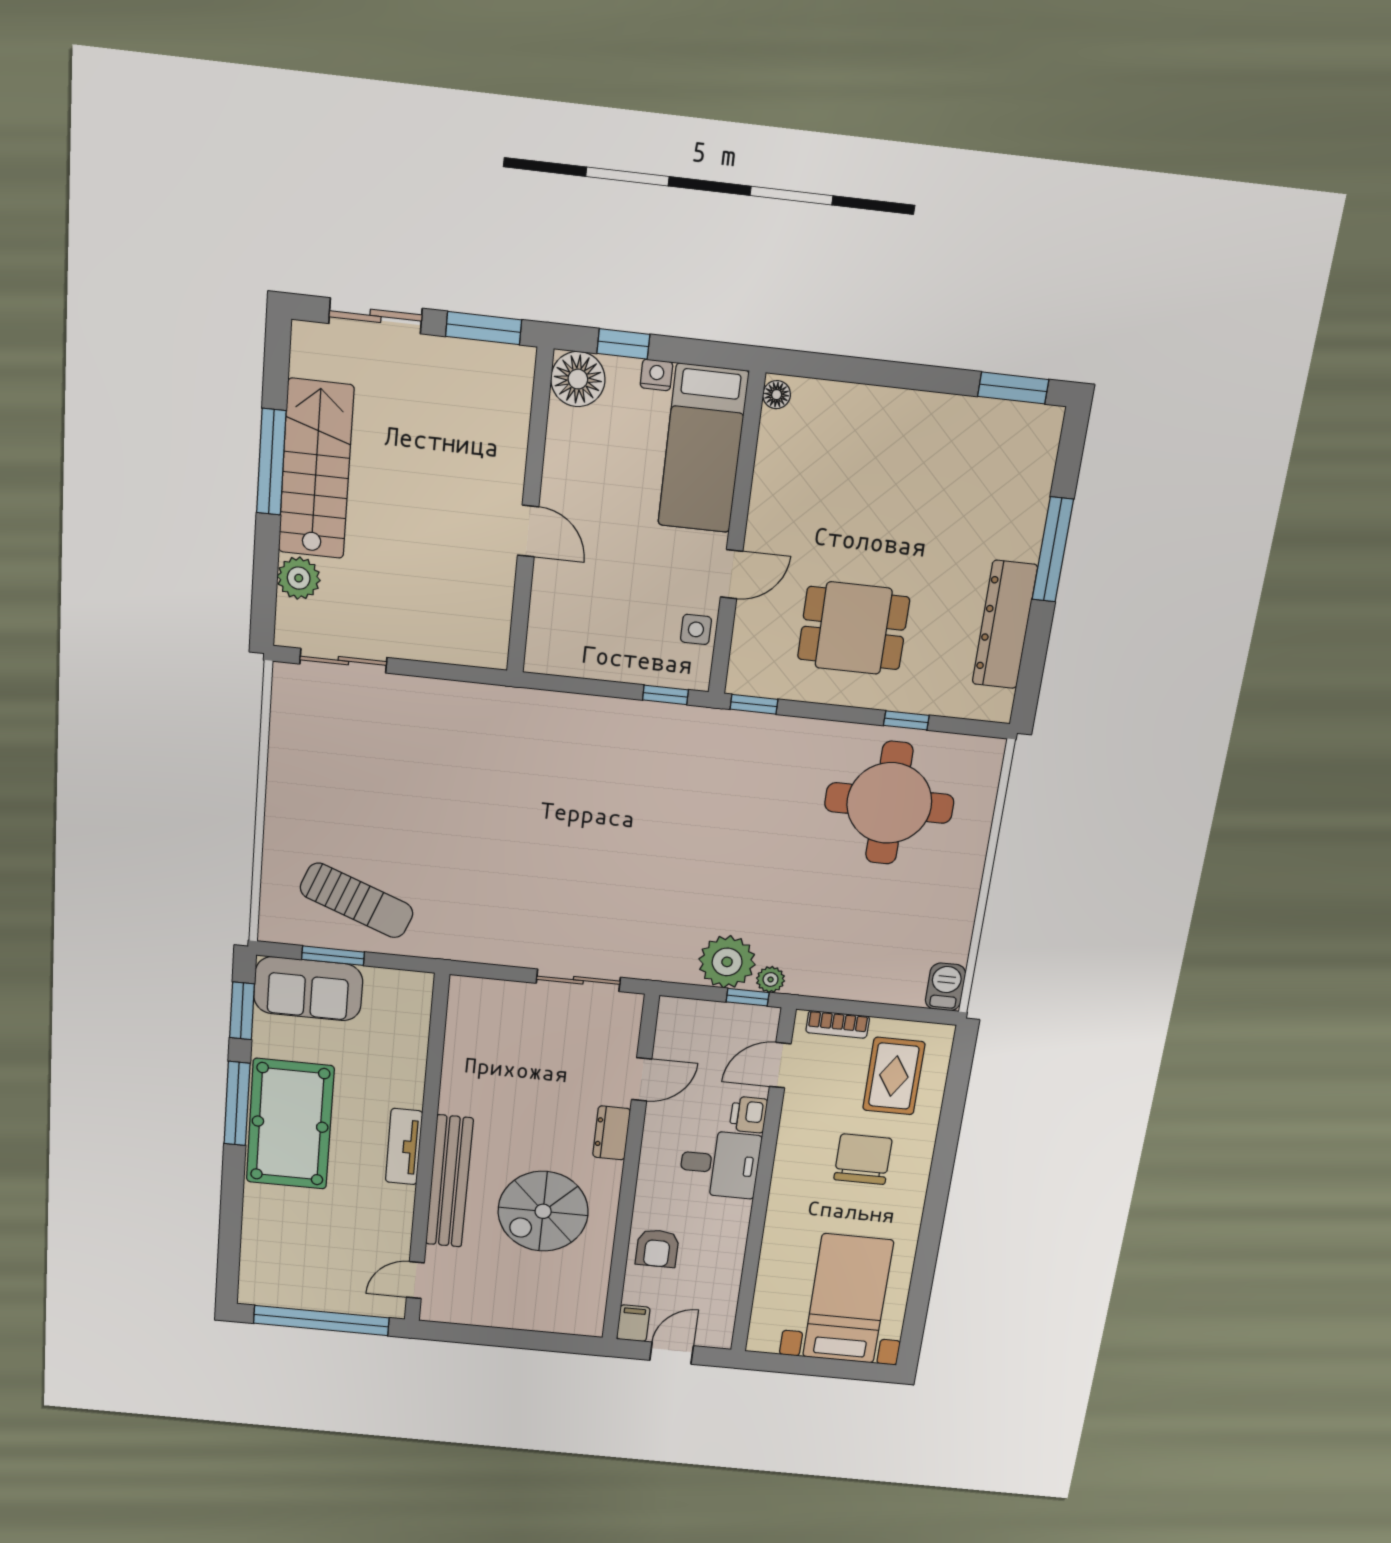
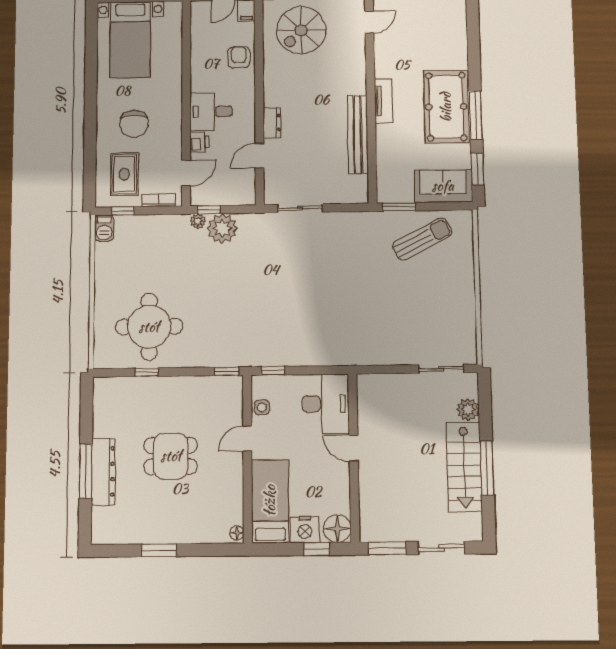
nightstand: (657, 375) -> (305, 530), width x1.89, depth x1.79
window: (1013, 388) -> (159, 550), moved
desk: (572, 622) -> (326, 404), added
dresser: (1005, 625) -> (103, 472), moved
dining table: (854, 628) -> (171, 456), moved
sun lounger: (357, 900) -> (422, 239), turned 132
window: (333, 956) -> (399, 207), moved
window: (906, 1013) -> (123, 211), added
bench: (449, 1181) -> (358, 134), moved
spiral stairs: (543, 1211) -> (301, 30), moved, turned 180

